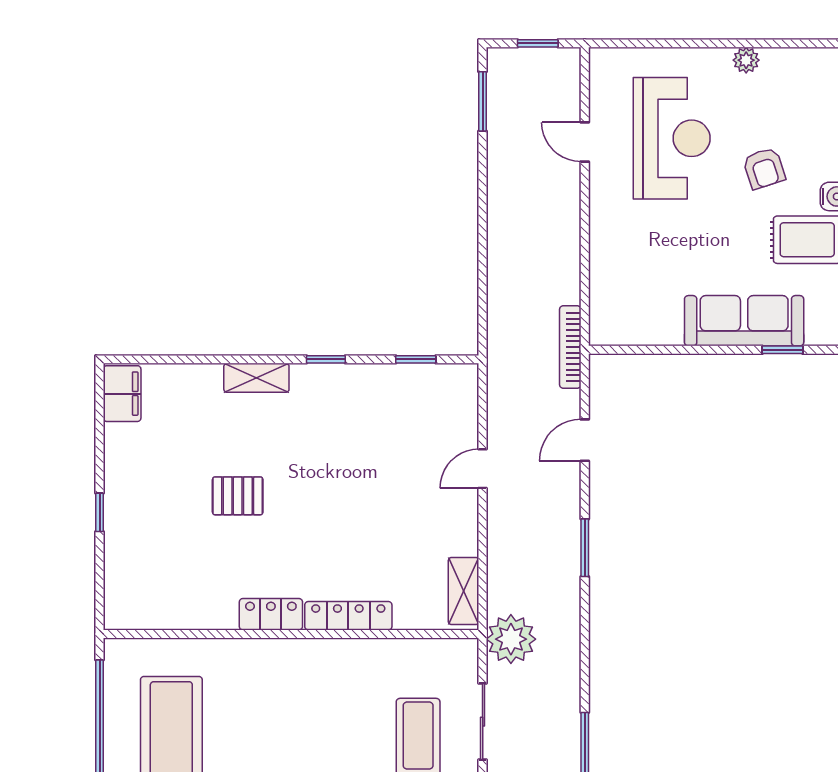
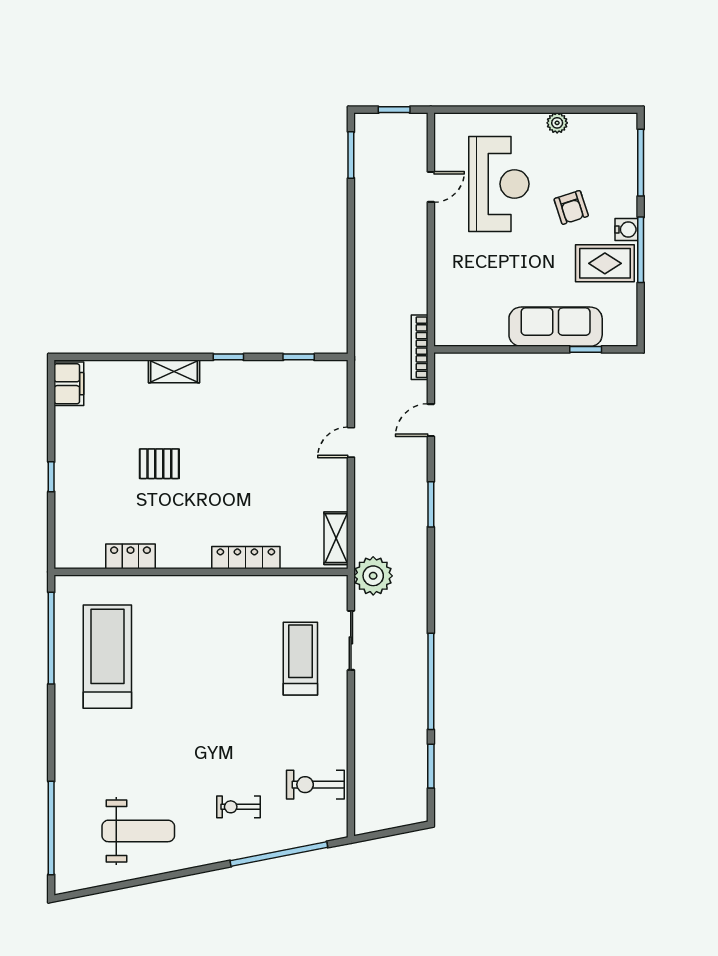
door: (585, 142) -> (431, 187), swing flipped
locker: (271, 614) -> (131, 556), moved

